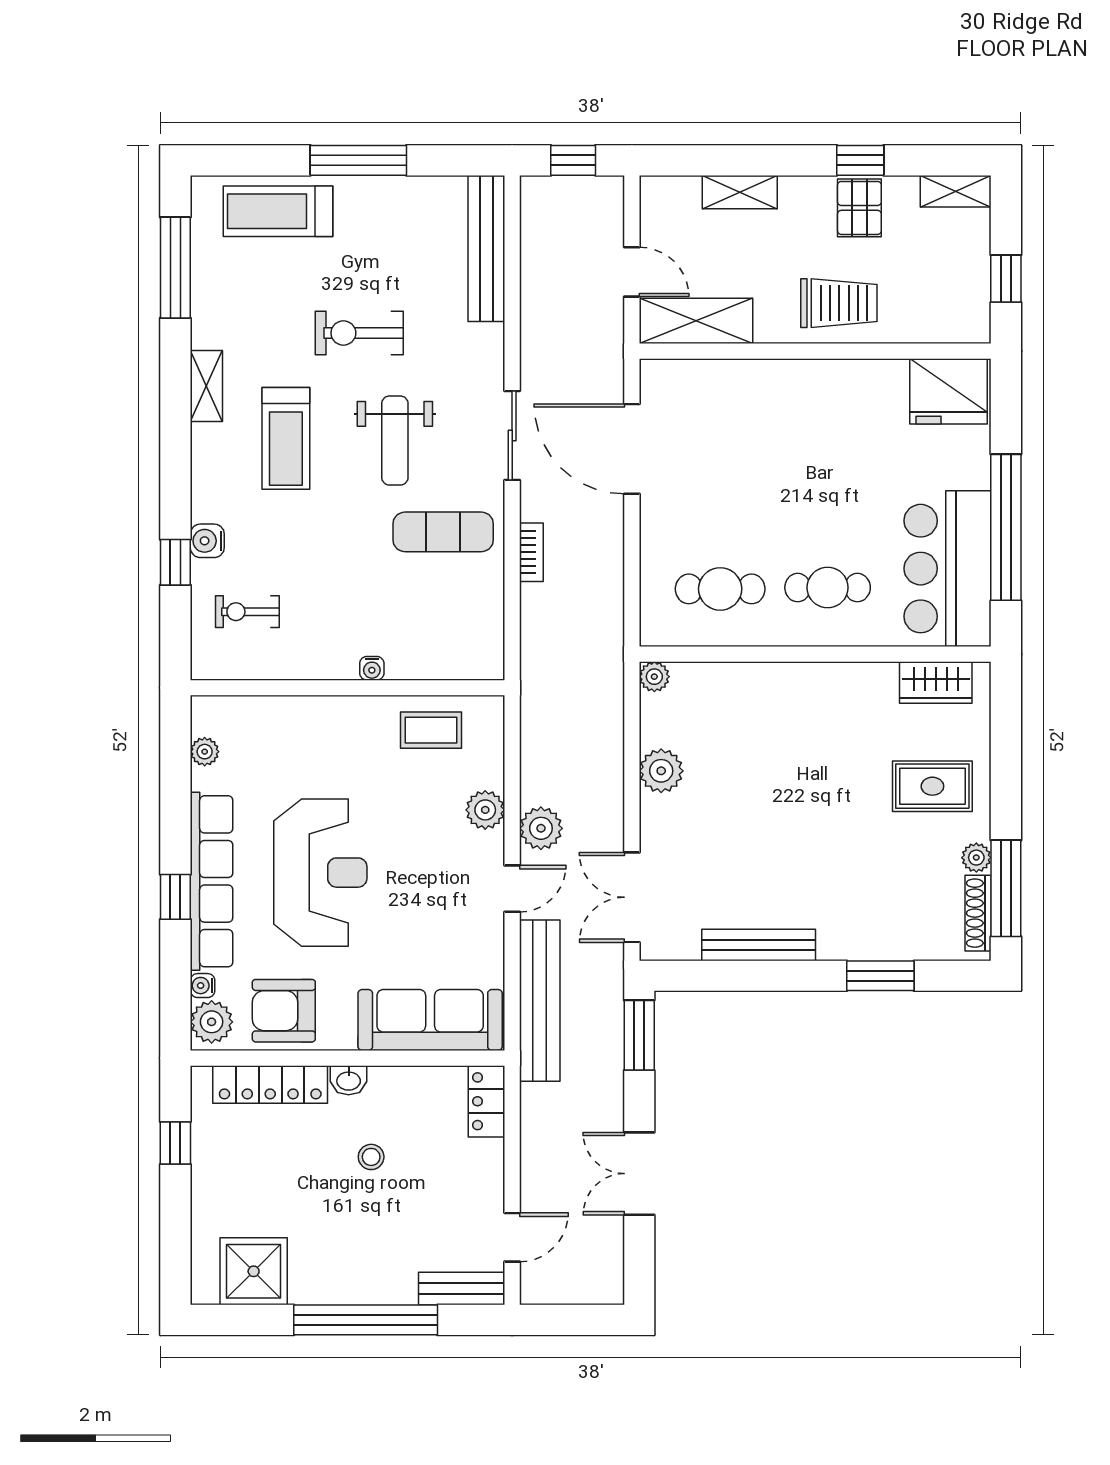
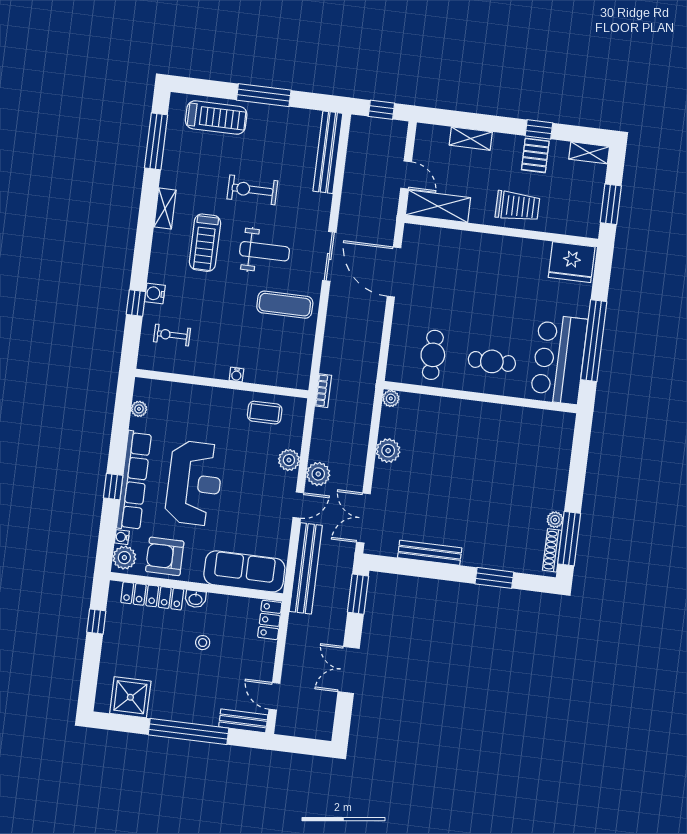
treadmill: (278, 211) -> (216, 118), turned 180
window: (1006, 279) -> (611, 204), width x1.50
weight bench: (395, 441) -> (265, 251), turned -90
bookcase: (531, 552) -> (323, 391), moved
cafe table: (720, 589) -> (433, 355), turned 90
wardrobe: (936, 682) -> (545, 421), removed
rug: (932, 786) -> (536, 478), removed
door: (512, 1237) -> (274, 696), swing flipped

